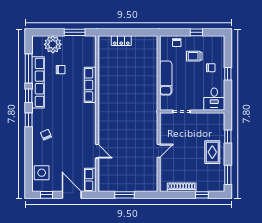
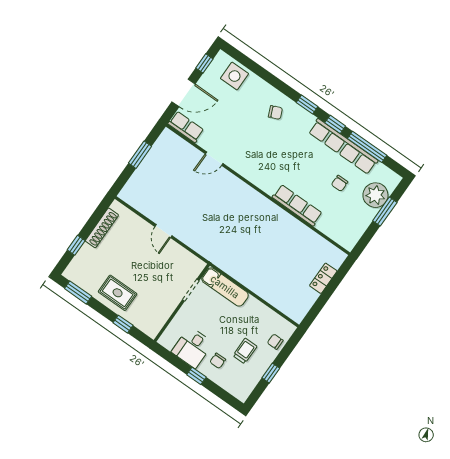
window: (75, 32) -> (385, 212), moved
exam couch: (166, 78) -> (225, 287), moved
desk: (214, 99) -> (192, 347), moved, turned -90

